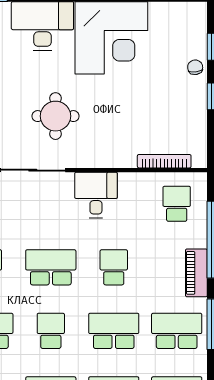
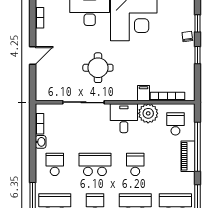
filing cabinet: (127, 156) -> (144, 93), added
plant: (134, 187) -> (148, 113), added
piano: (196, 273) -> (188, 156), moved

